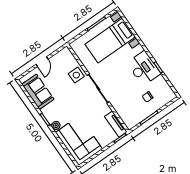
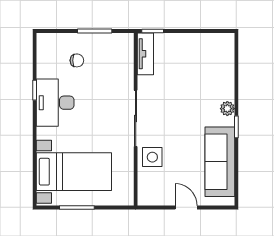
door: (42, 62) -> (186, 207), hinge flipped
sofa: (38, 92) -> (220, 162), width x1.36
corner sofa: (79, 141) -> (211, 66), removed

